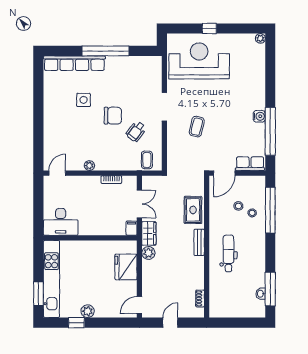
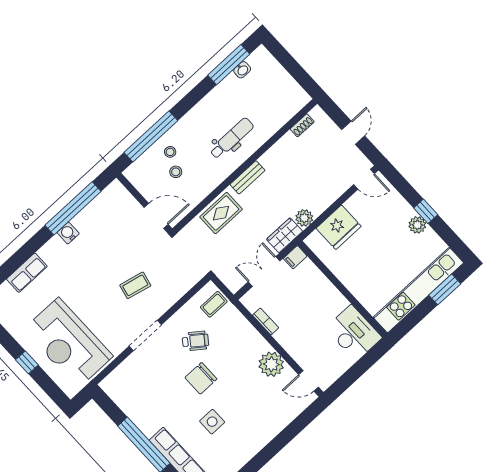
chair: (113, 116) -> (201, 378), turned -90
row of seats: (250, 164) -> (27, 273), moved, turned -90
plant: (89, 166) -> (271, 364), width x1.87, depth x1.87
dental chair: (228, 253) -> (232, 138), turned 180
window: (76, 323) -> (426, 211), moved
door: (170, 323) -> (353, 133), swing flipped

